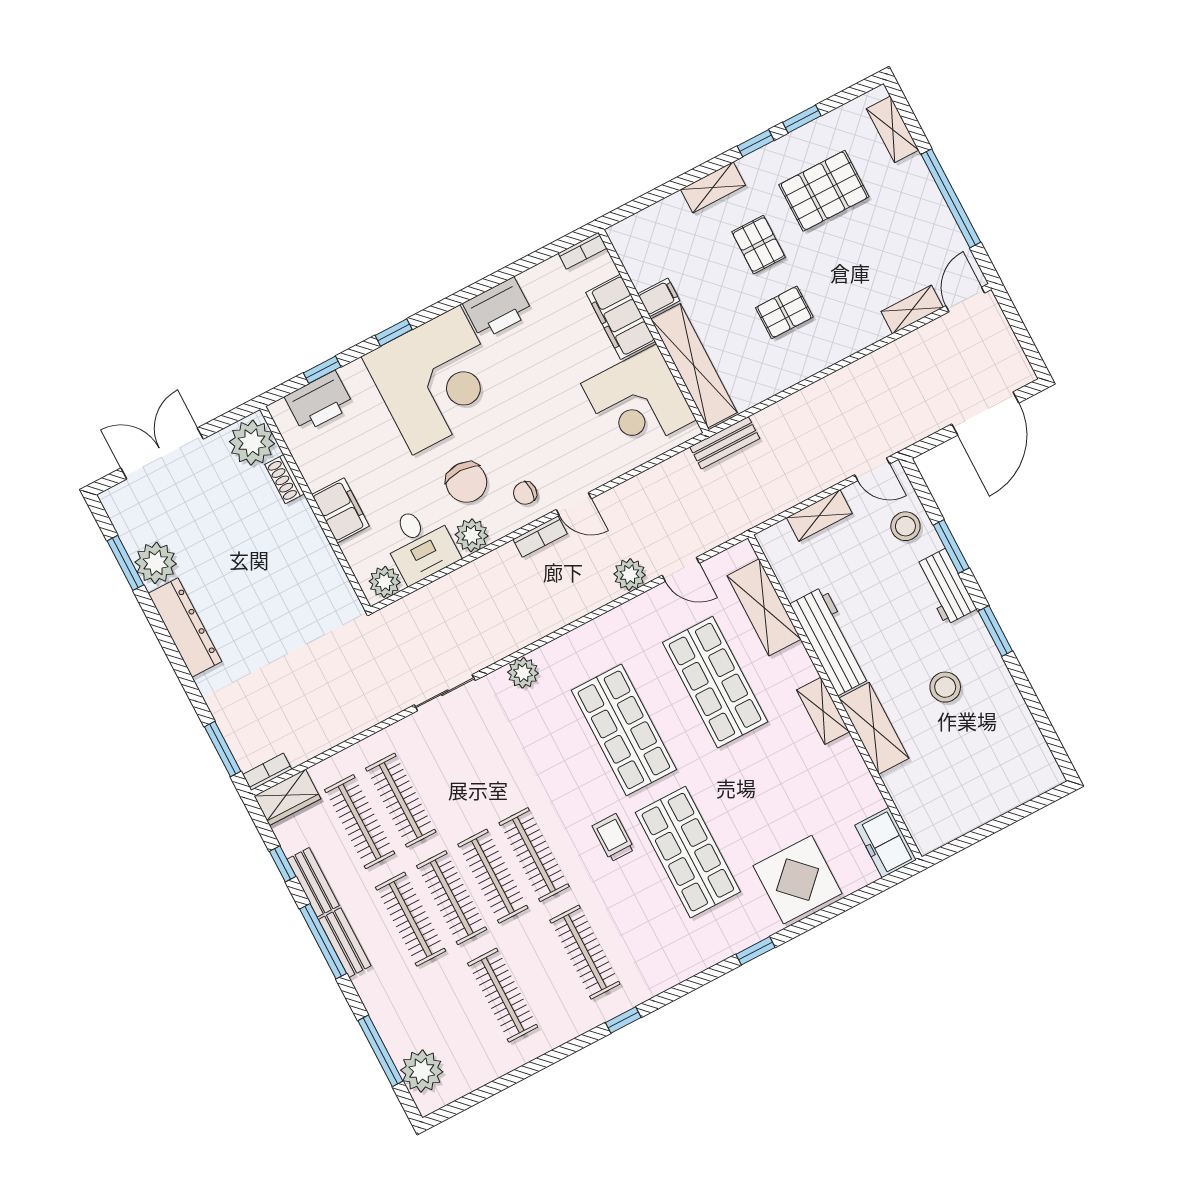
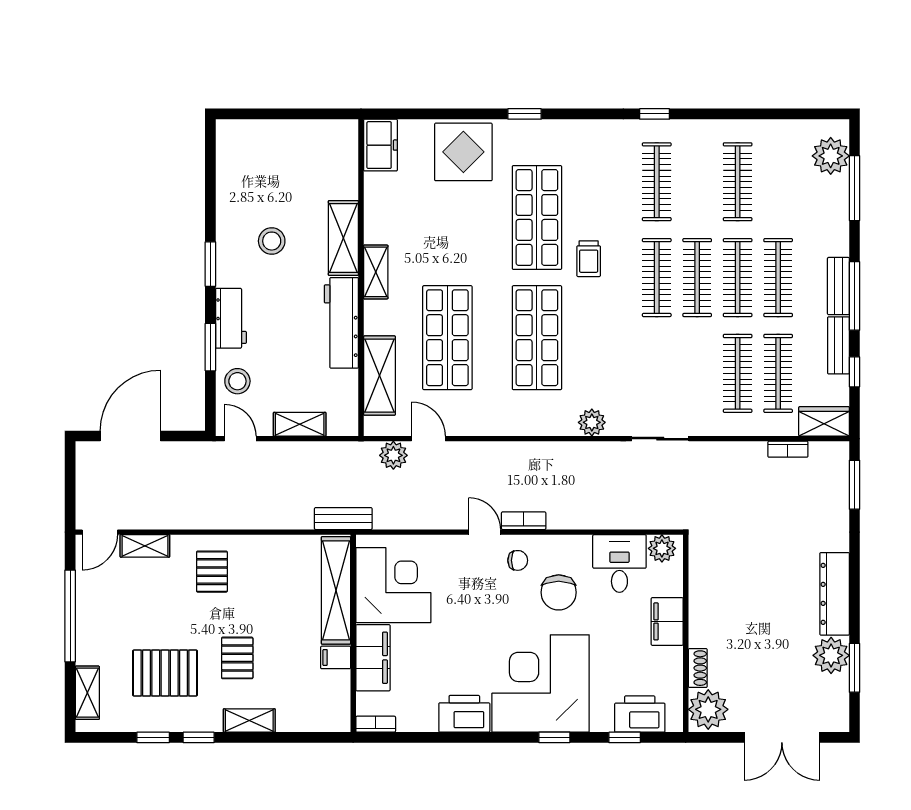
pallet: (784, 312) -> (212, 572), moved, turned 90
chair: (466, 482) -> (559, 592), turned 180
plant: (472, 535) -> (576, 549), removed
plant: (630, 575) -> (393, 455), moved
bookcase: (267, 772) -> (788, 449), moved

